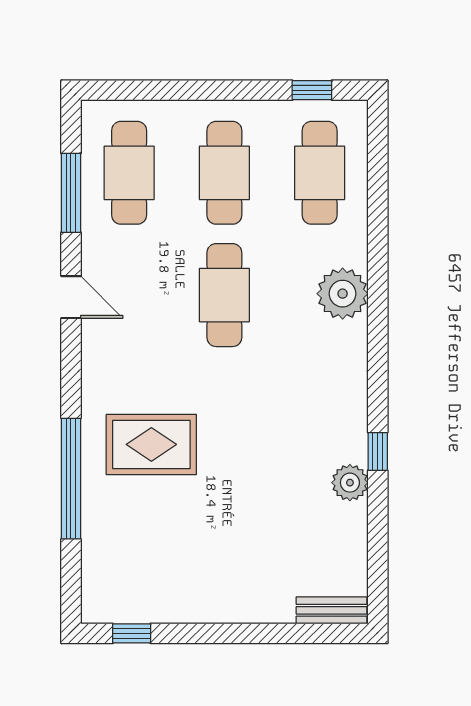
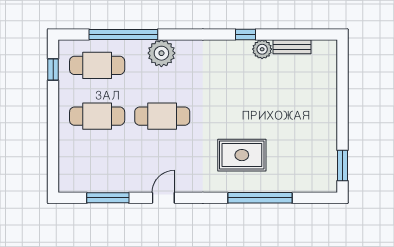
cafe table: (129, 173) -> (97, 167), removed
window: (378, 222) -> (123, 34), added
rug: (151, 444) -> (242, 155), turned 90
bench: (332, 610) -> (292, 47), moved, turned 90
window: (132, 633) -> (342, 166), width x1.50

